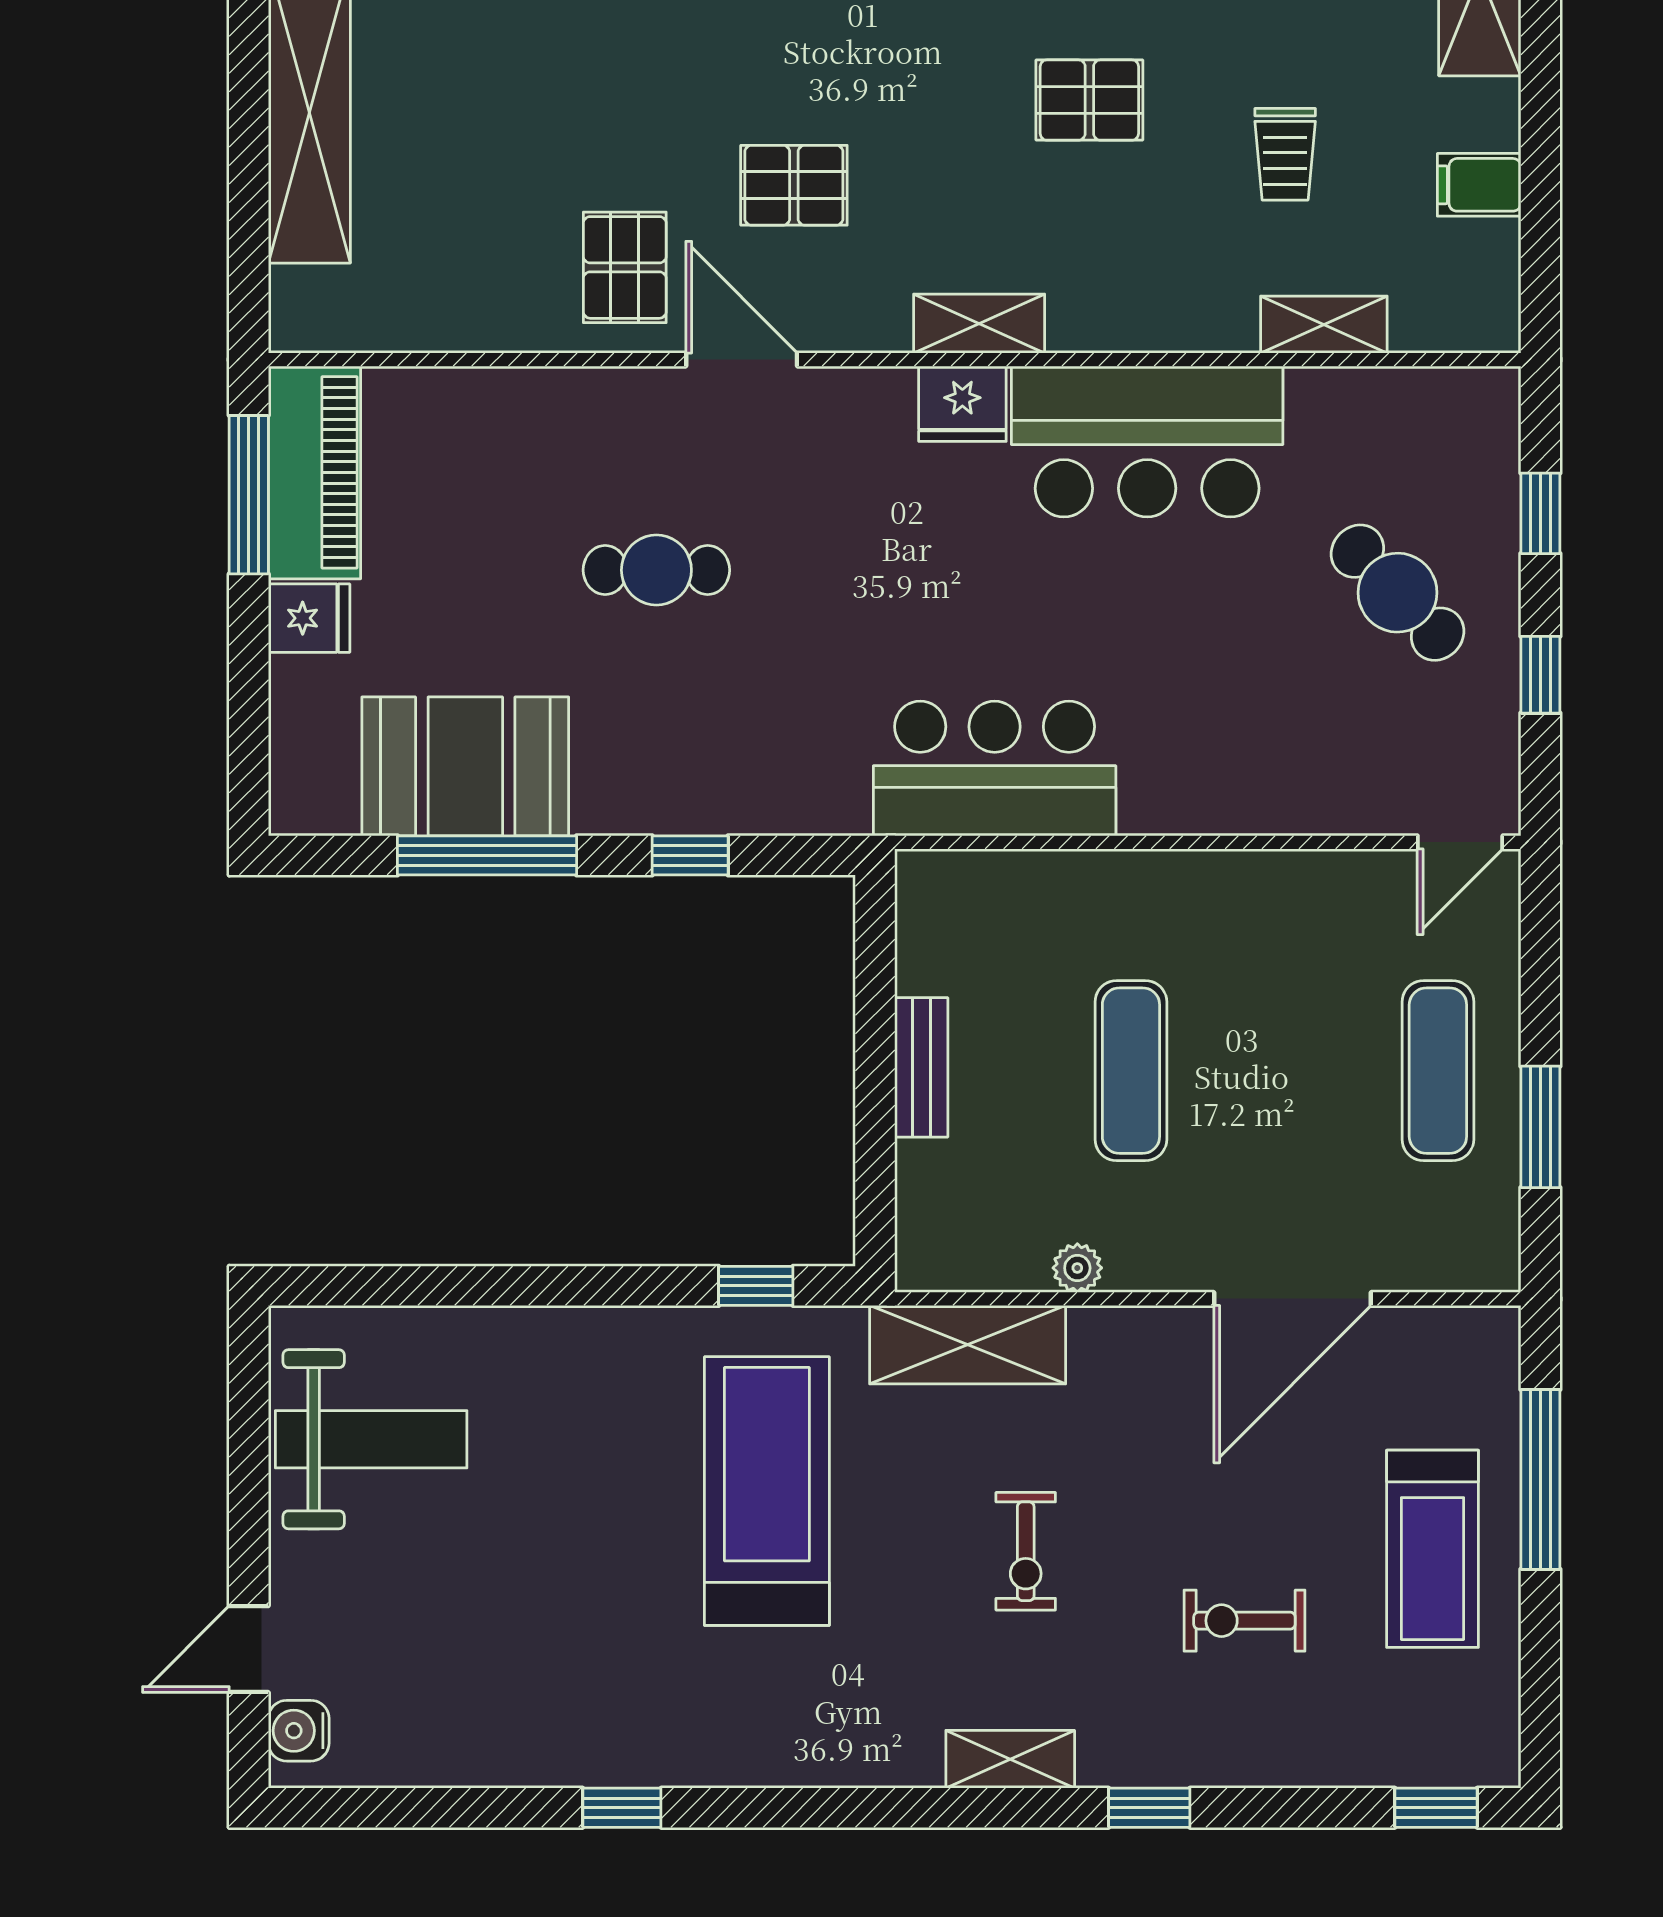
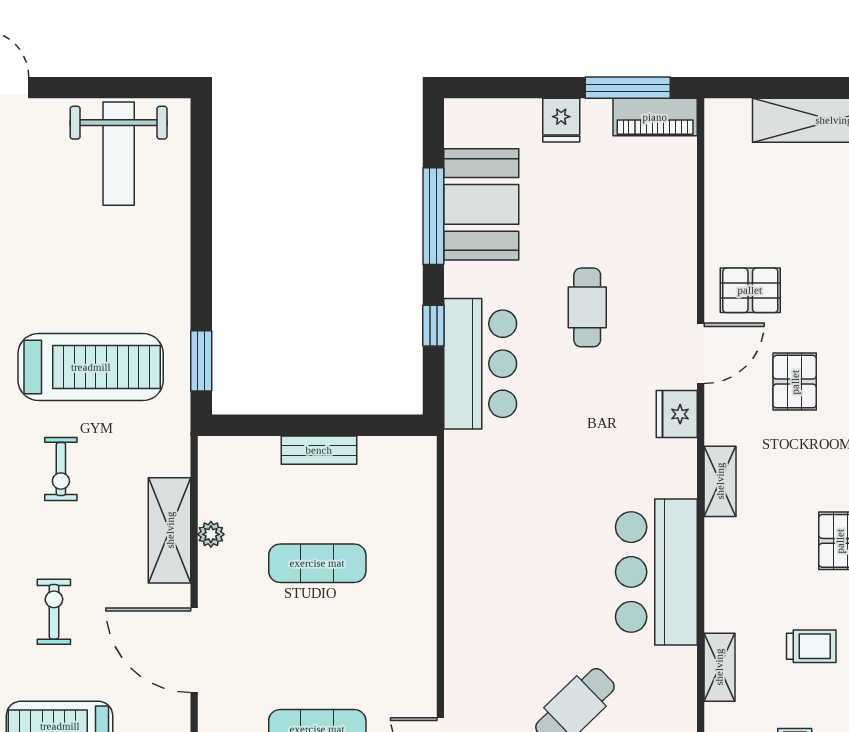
trolley: (1285, 154) -> (811, 646), turned 180
fridge: (962, 404) -> (677, 414), moved
piano: (315, 472) -> (655, 117), width x0.73, depth x0.75
bar counter: (995, 768) -> (480, 364), moved
window: (756, 1286) -> (201, 361), width x1.50
shelving: (968, 1345) -> (170, 530), moved
exercise bike: (1026, 1551) -> (61, 469), moved, turned -90
exercise bike: (1244, 1621) -> (54, 612), moved

